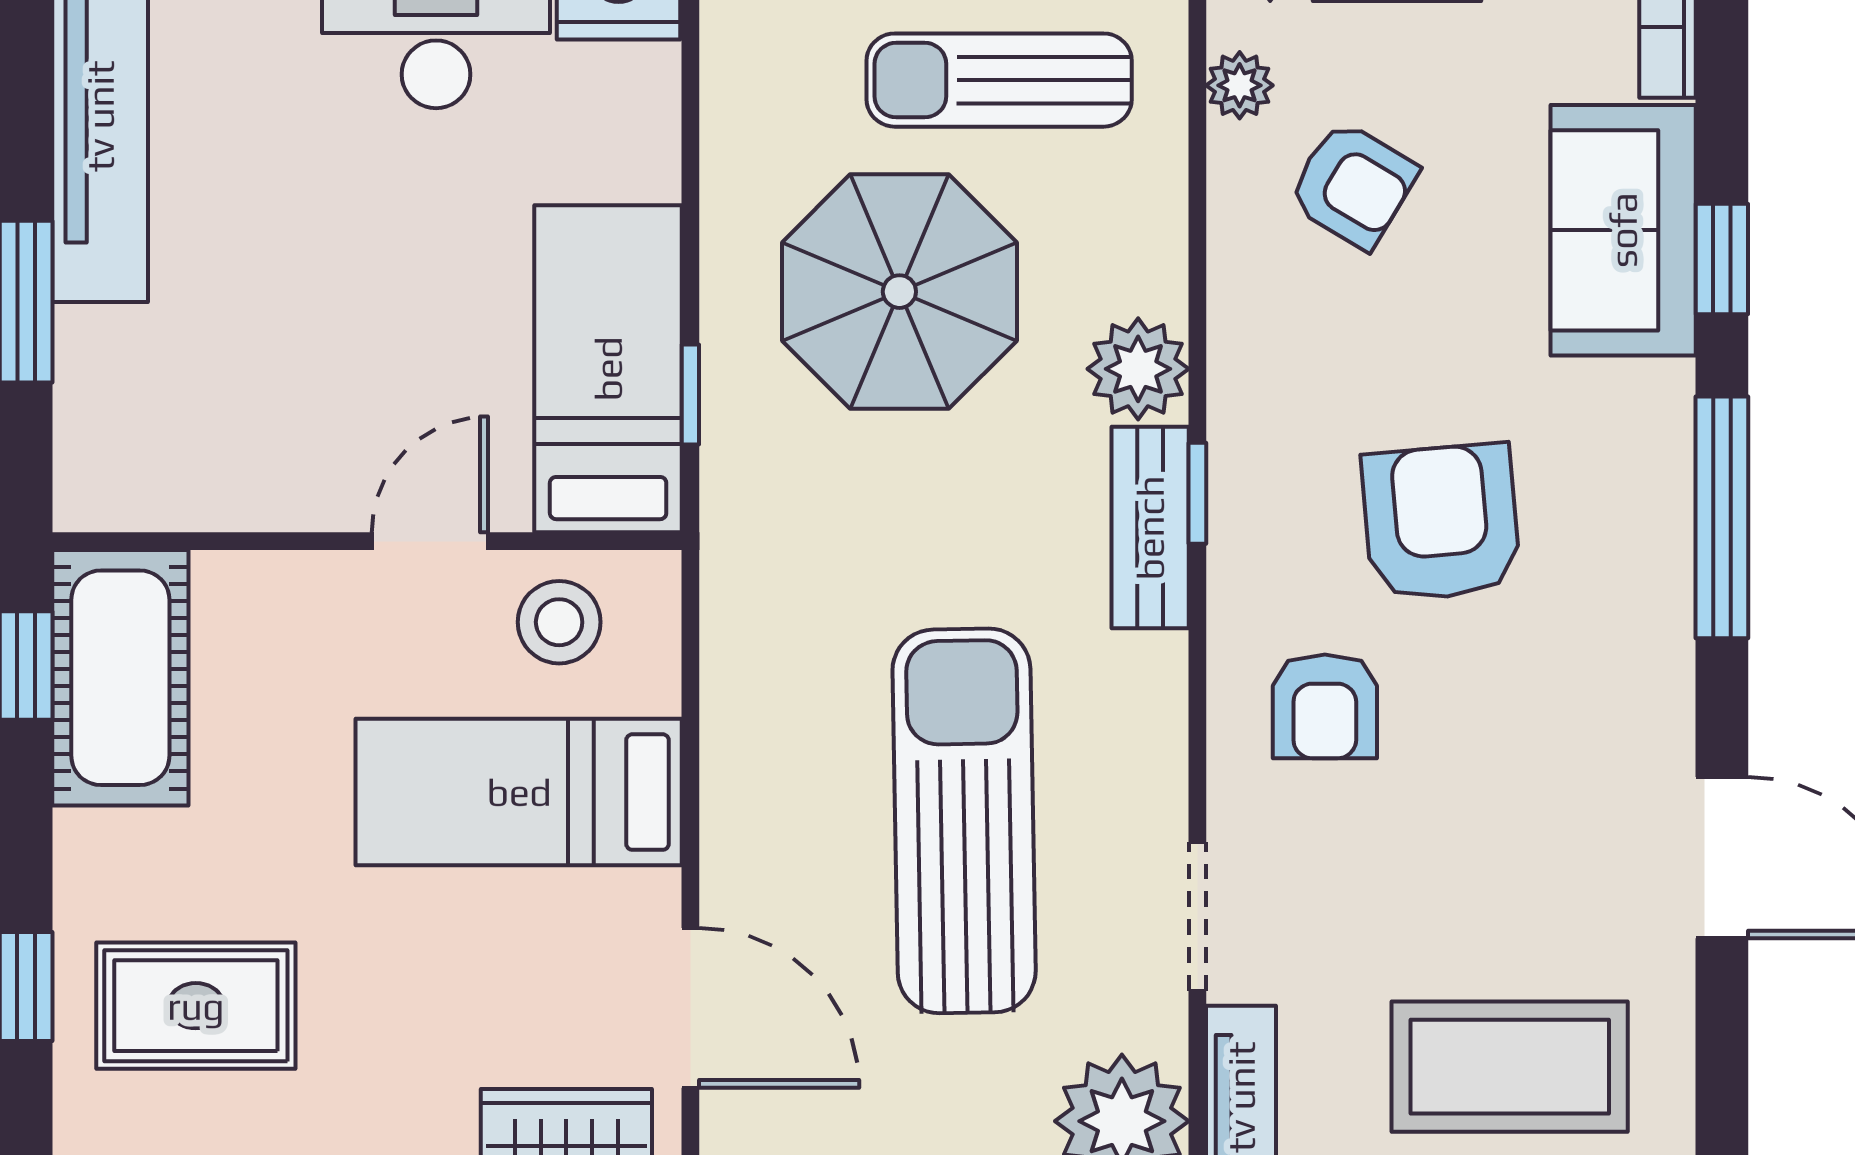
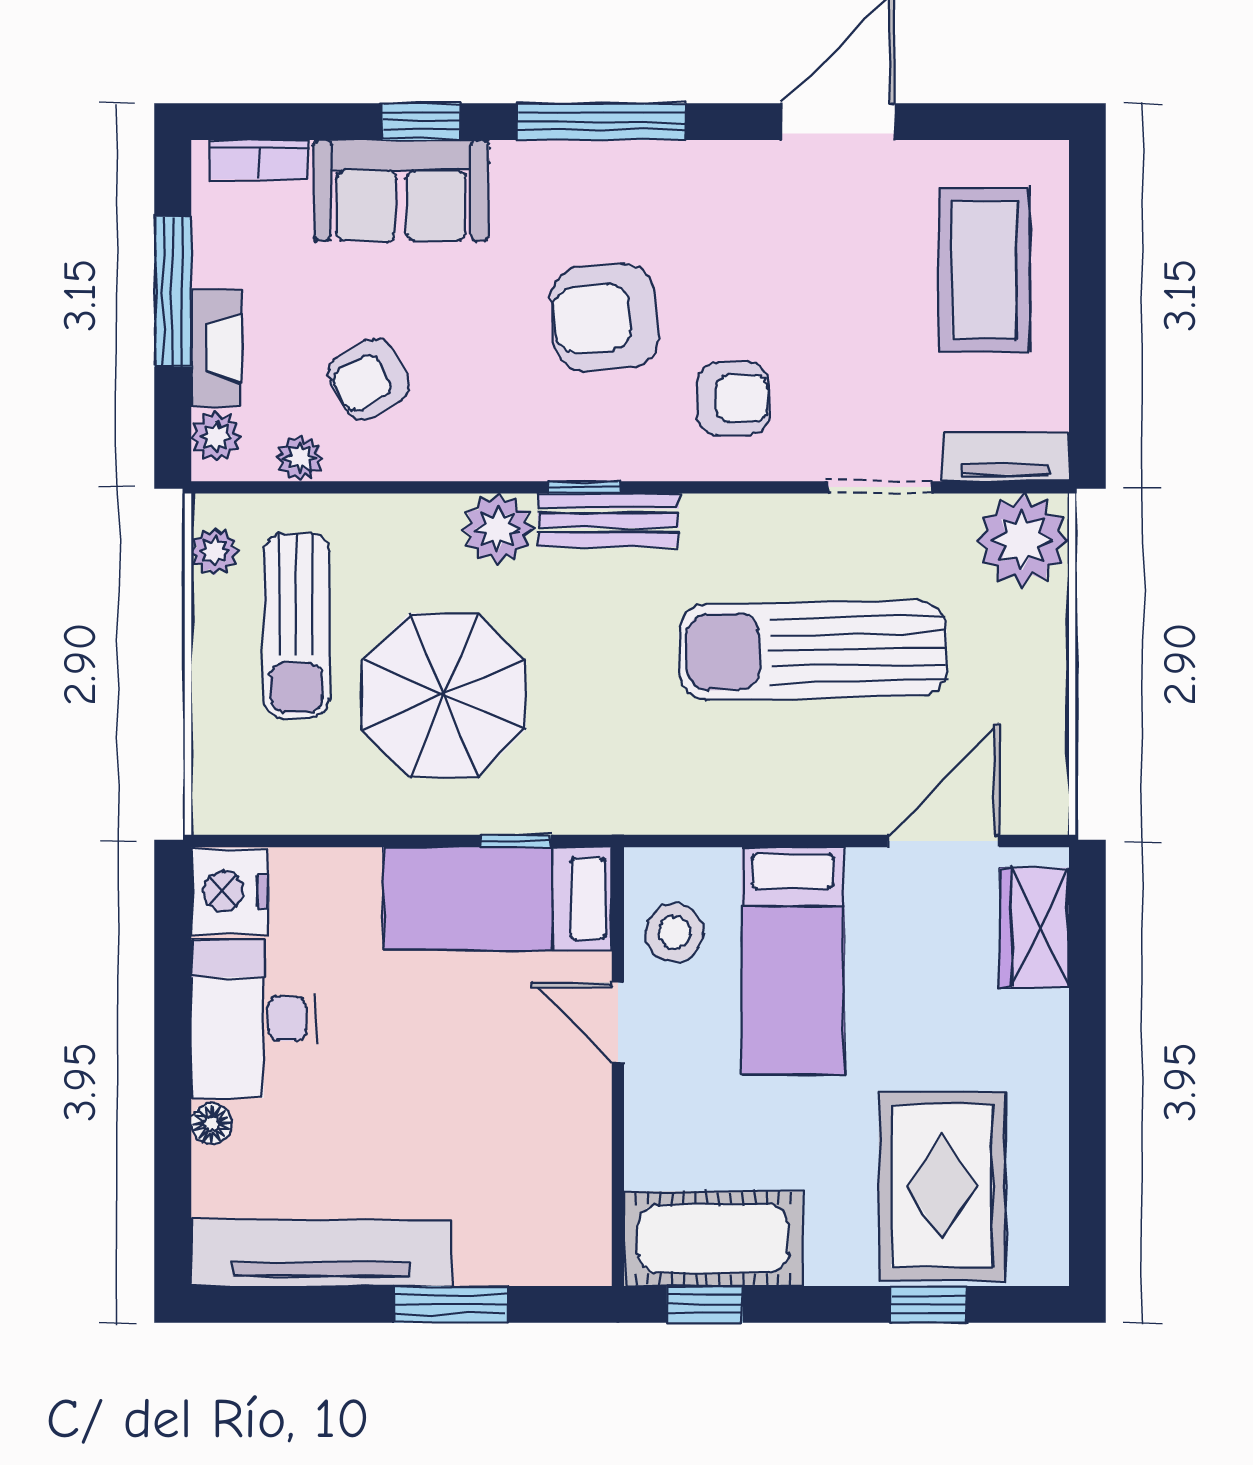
armchair: (1353, 185) -> (369, 379), turned -150
rug: (196, 1006) -> (942, 1186), width x1.36, depth x1.43

